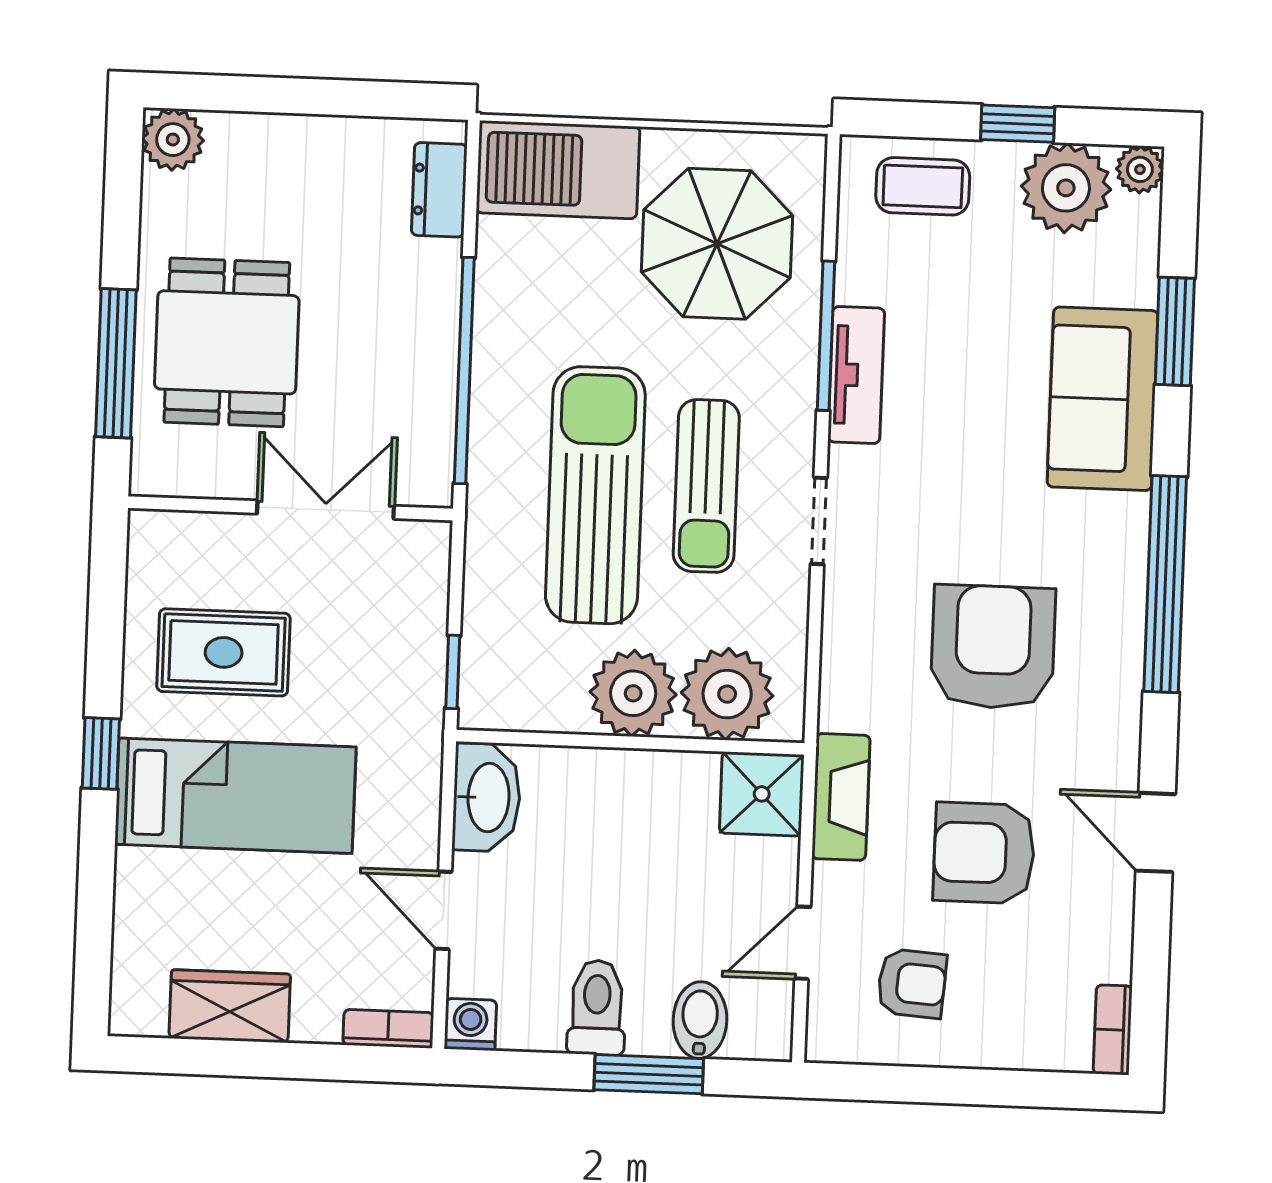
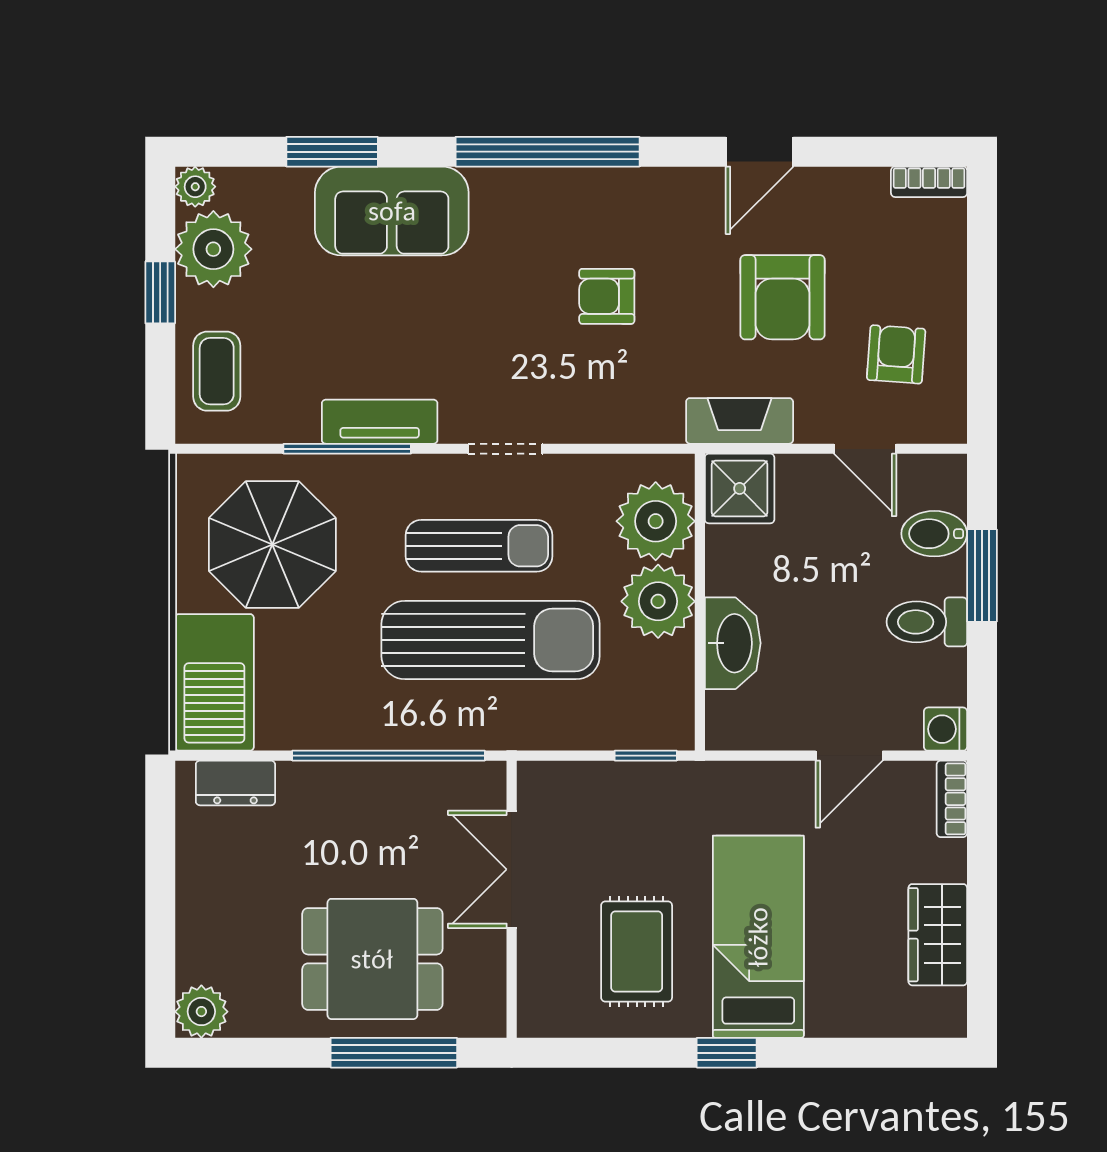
sun lounger: (595, 495) -> (491, 640), turned 180
armchair: (993, 647) -> (607, 296), width x0.53, depth x0.53
washbasin: (487, 797) -> (733, 643), moved, turned 90

